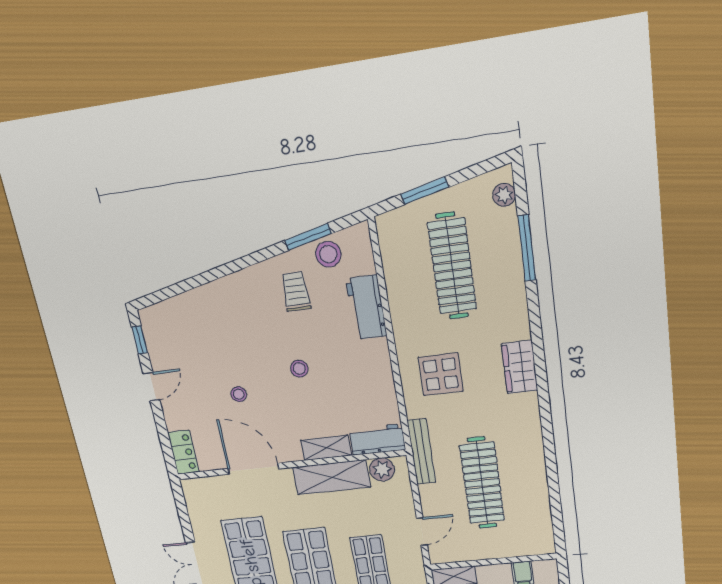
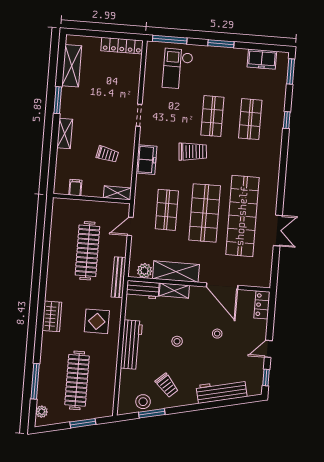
trolley: (296, 292) -> (167, 385), turned -42
workbench: (203, 302) -> (222, 391), added
workbench: (366, 307) -> (131, 345), moved, width x1.38

